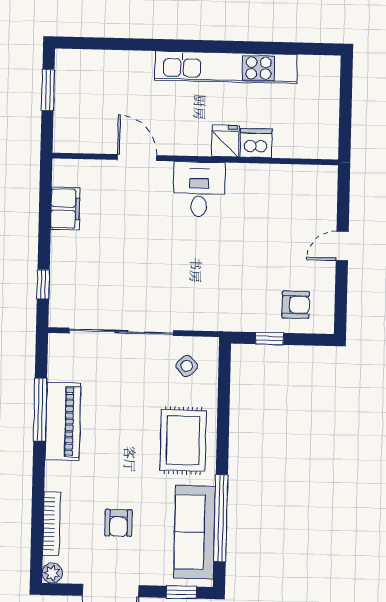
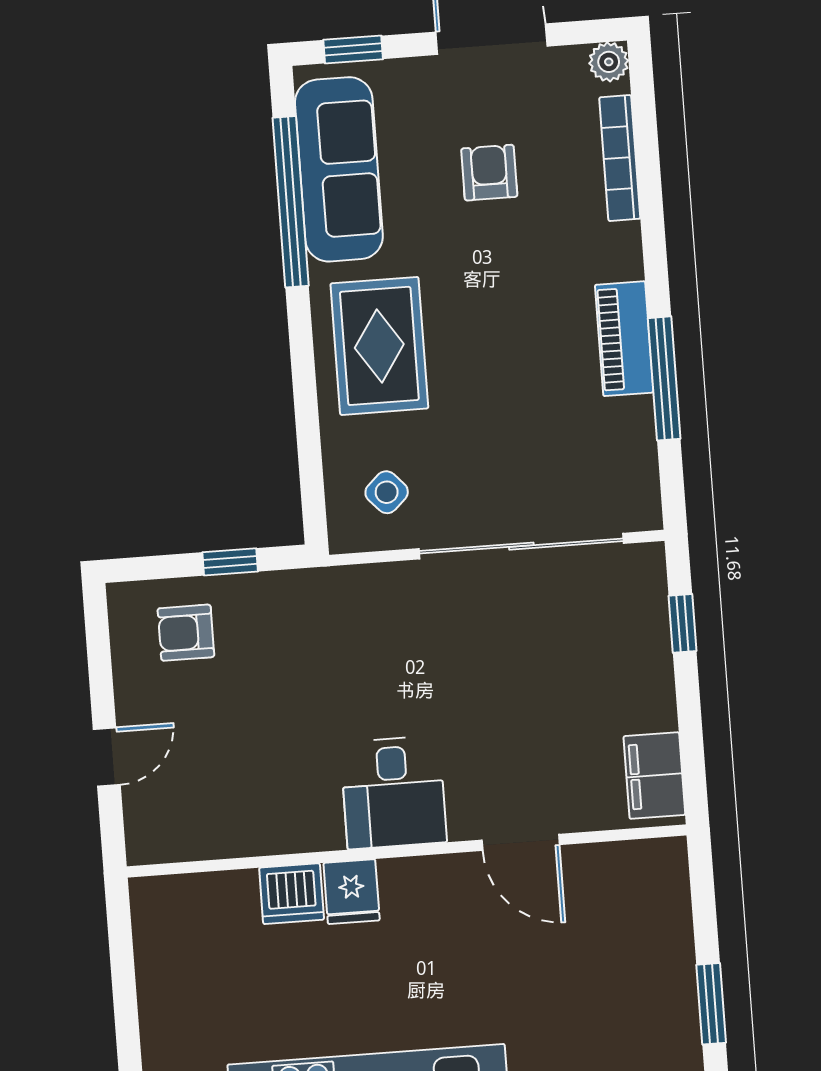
fridge: (225, 141) -> (352, 892), moved
dishwasher: (256, 143) -> (292, 894), moved
door: (137, 158) -> (521, 842), moved
wall: (195, 159) -> (407, 851), moved
desk: (199, 189) -> (393, 792), moved
piano: (63, 421) -> (624, 339), width x0.73, depth x0.75

